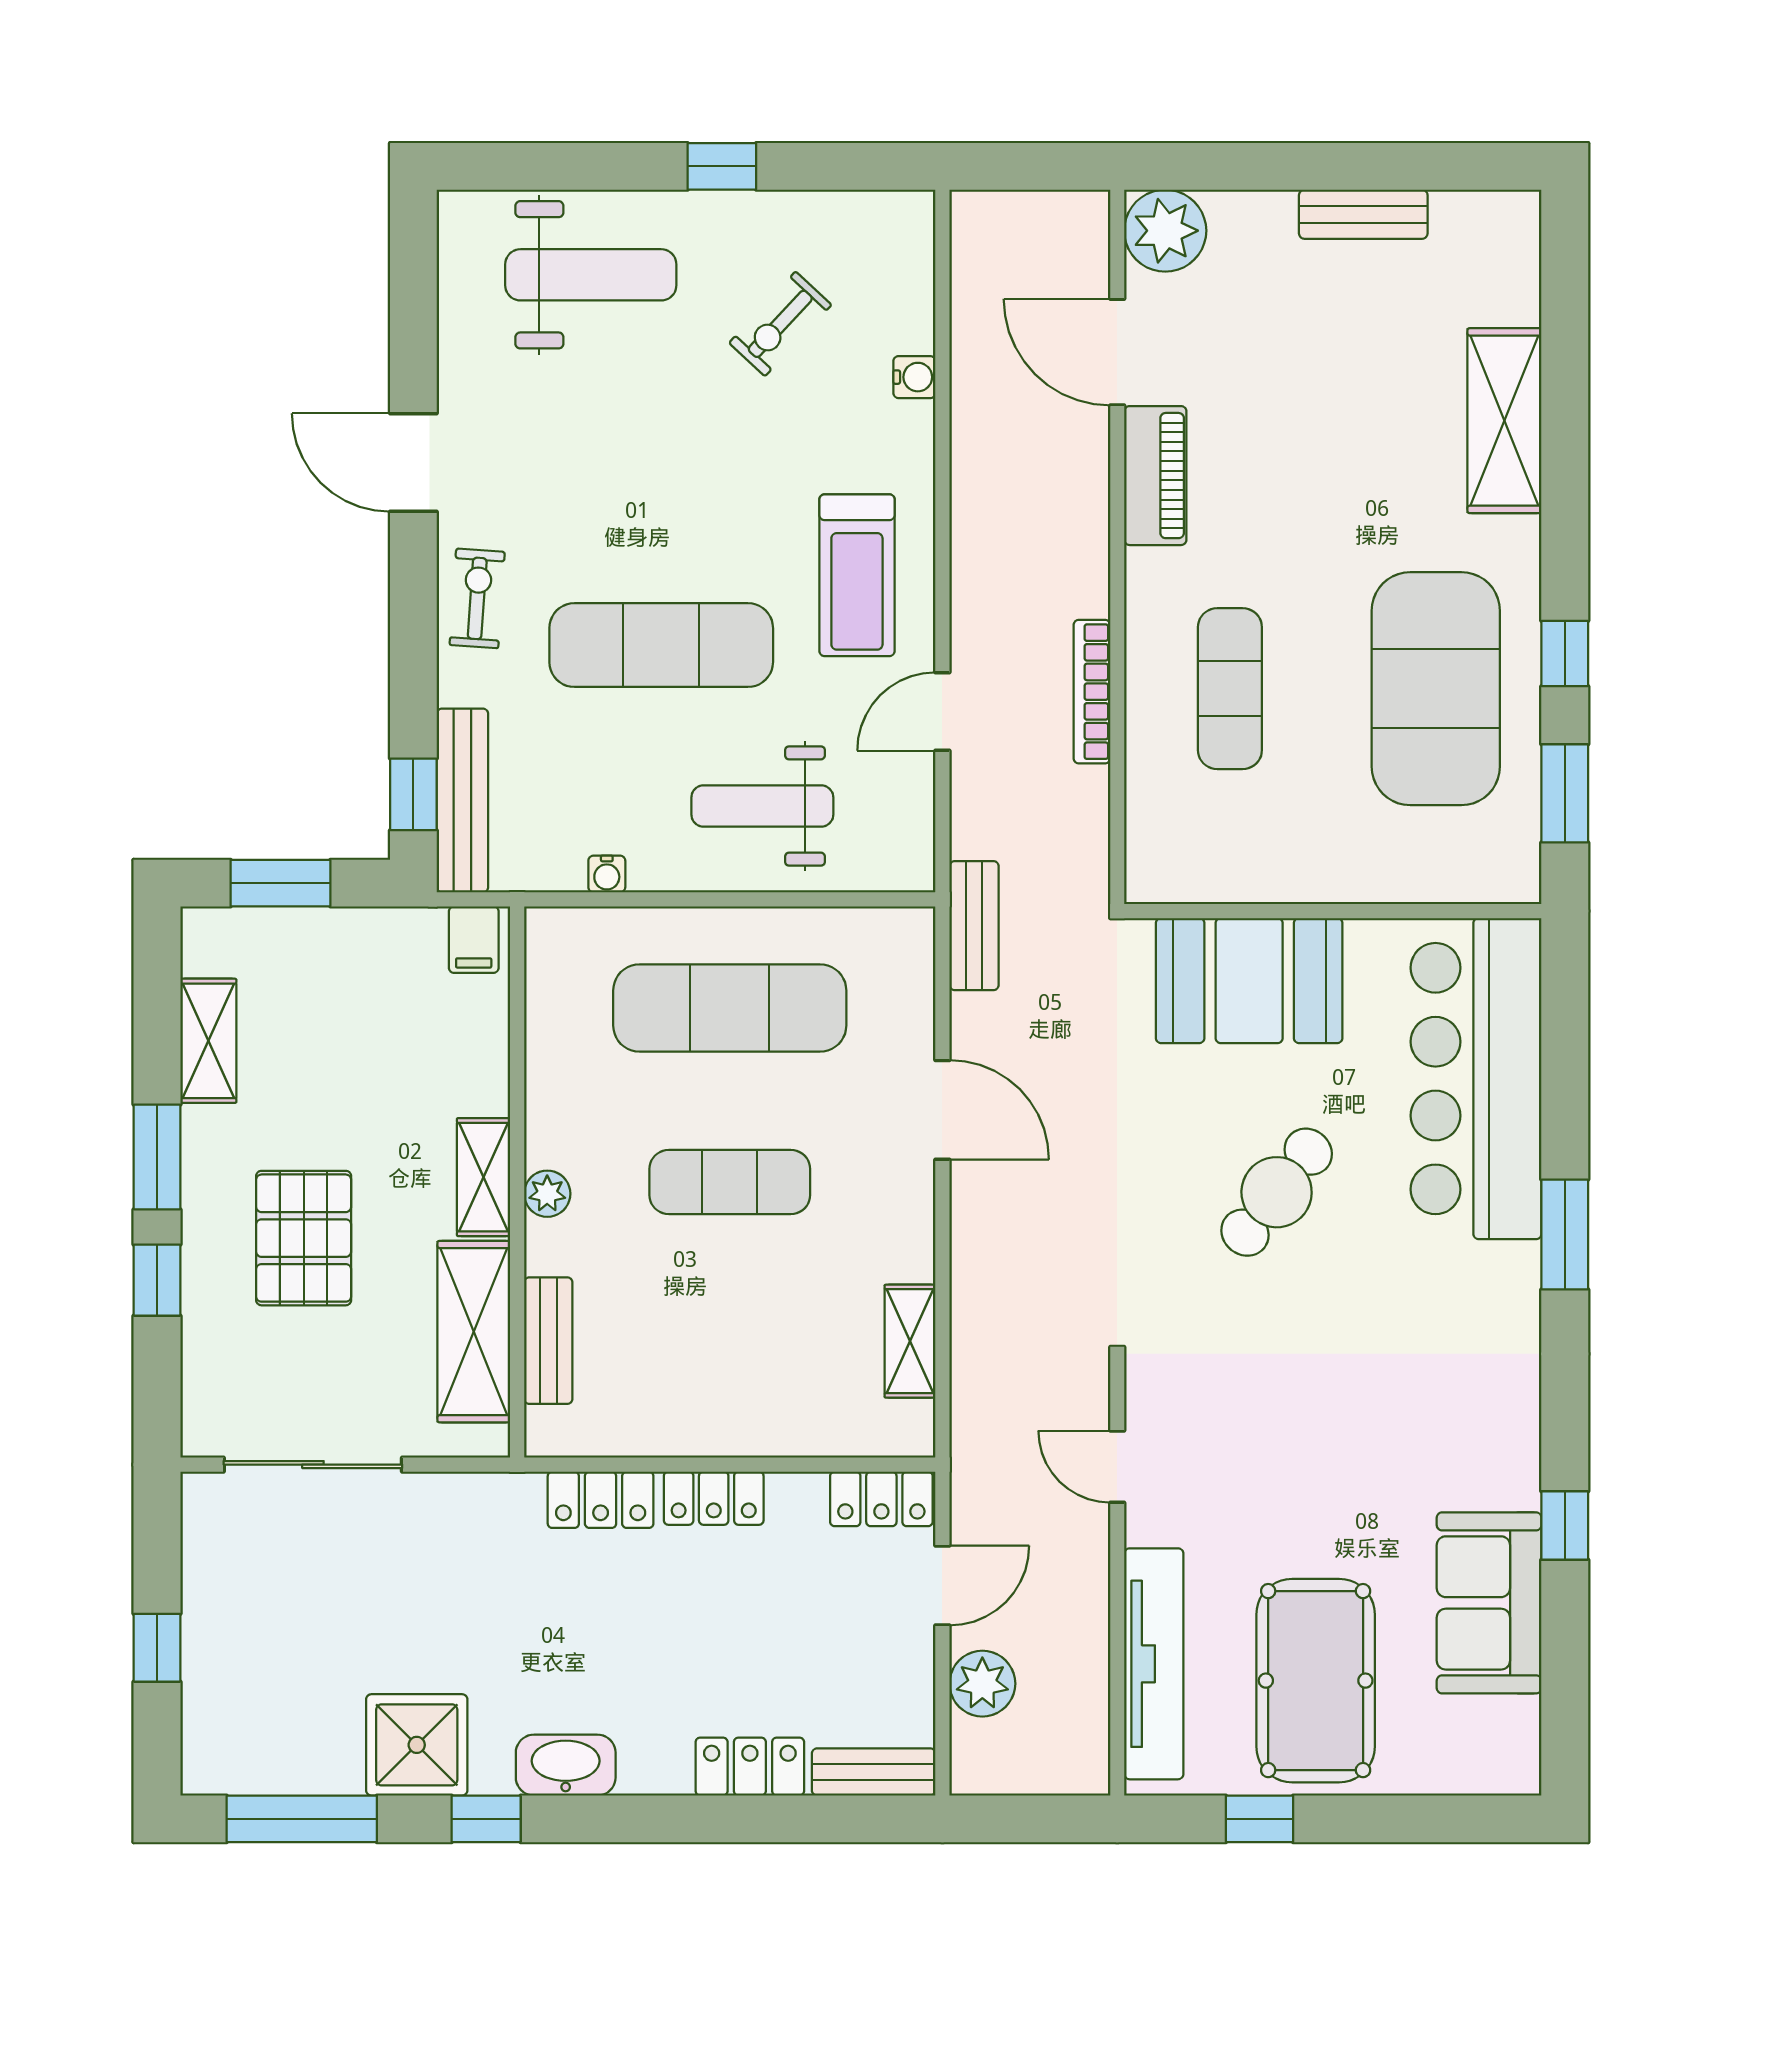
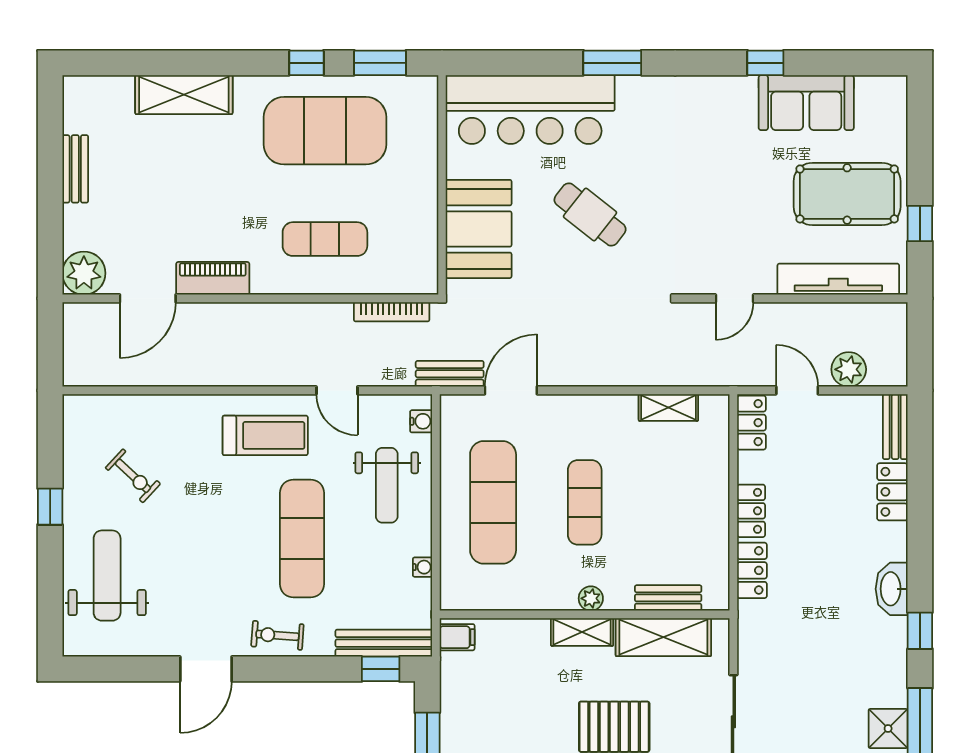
water cooler: (914, 377) -> (421, 421), moved, turned 90
bookcase: (1092, 692) -> (392, 312), moved
door: (942, 1110) -> (511, 390), moved
shower: (417, 1745) -> (888, 728), moved, width x0.73, depth x0.73

